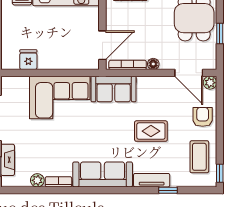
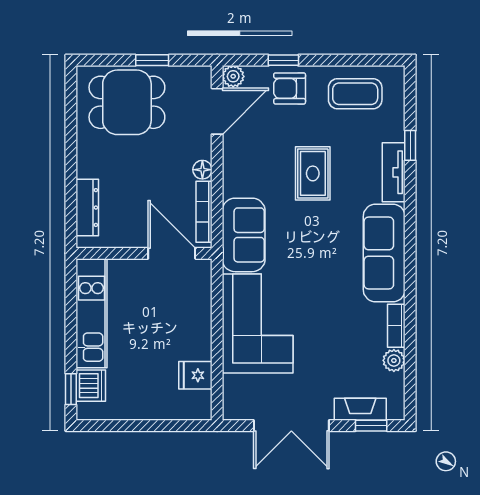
window: (220, 173) -> (283, 60), moved

